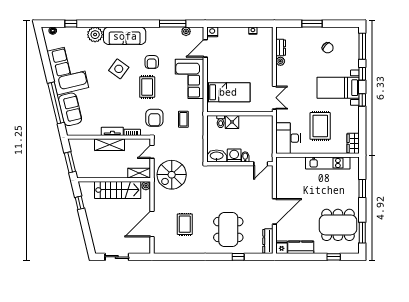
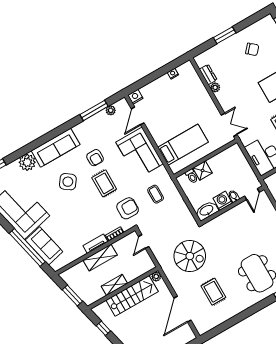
armchair: (154, 118) -> (128, 208), turned -90
shelving: (139, 173) -> (114, 285), moved
spiral stairs: (172, 175) -> (190, 256), moved, turned -90

